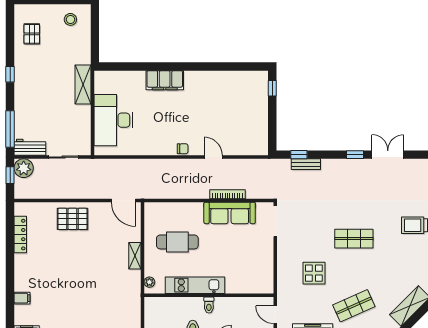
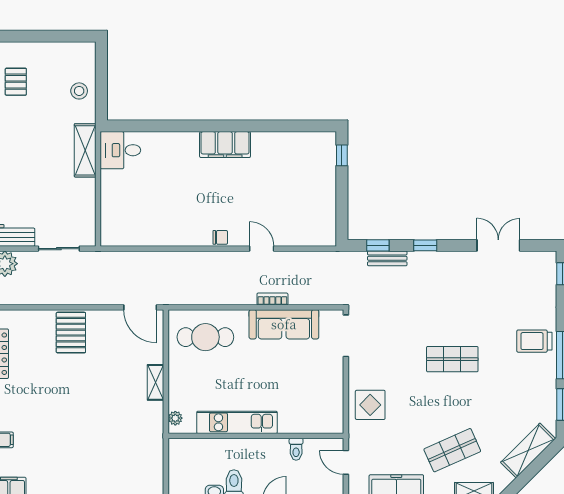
stool: (70, 19) -> (79, 91), moved
filing cabinet: (165, 80) -> (225, 145), moved
desk: (113, 120) -> (120, 150), moved, width x0.53, depth x0.77
window: (355, 155) -> (425, 245), moved
bookcase: (227, 194) -> (272, 299), width x0.64
pallet: (72, 219) -> (71, 333), turned 90
cafe table: (177, 242) -> (205, 337), moved
display table: (314, 273) -> (370, 405), moved
toilet: (209, 305) -> (296, 449), moved

